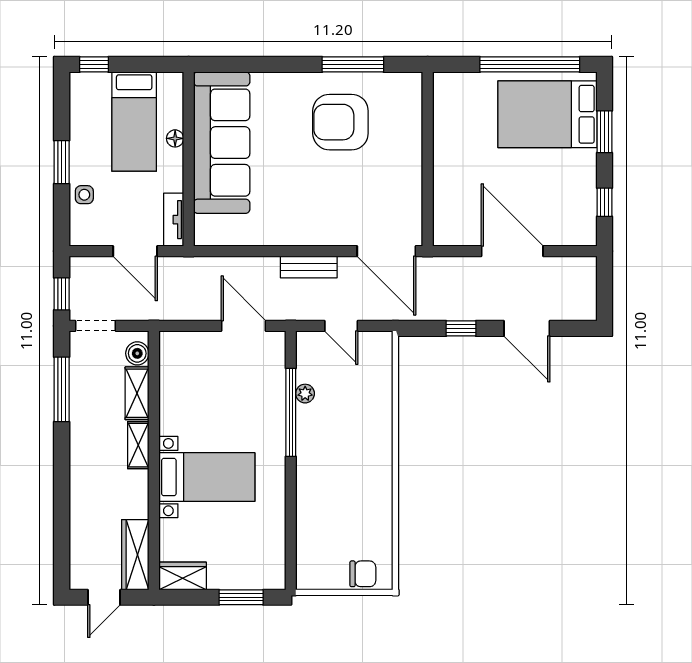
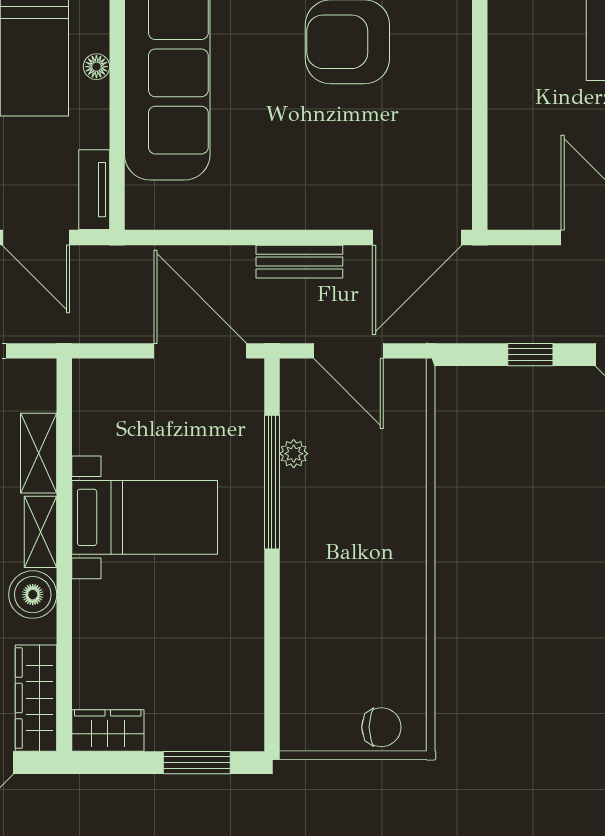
door: (386, 251) -> (417, 238), hinge flipped
door: (243, 326) -> (200, 351), width x1.36
door: (341, 326) -> (349, 351), width x1.38
boiler: (137, 353) -> (33, 595), moved, width x1.36, depth x1.36
bed with nightstands: (207, 477) -> (145, 517), moved

